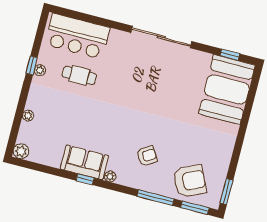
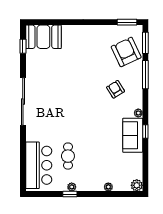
booth: (227, 89) -> (43, 37), width x0.73, depth x0.70

